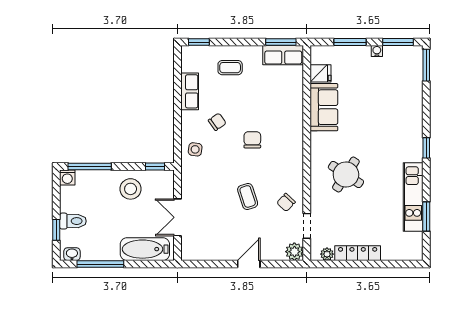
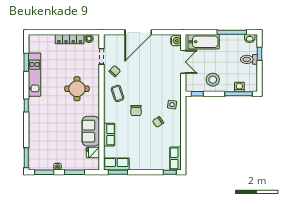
coffee table: (230, 68) -> (150, 156), removed
row of seats: (190, 91) -> (176, 158), moved
row of seats: (295, 102) -> (109, 135), added
round table: (346, 175) -> (77, 89), turned -33
washing machine: (67, 177) -> (239, 87), moved
coffee table: (248, 196) -> (118, 93), moved
water cooler: (189, 251) -> (176, 41), added
plant: (294, 252) -> (109, 40), removed
door: (249, 264) -> (138, 32), width x1.88

